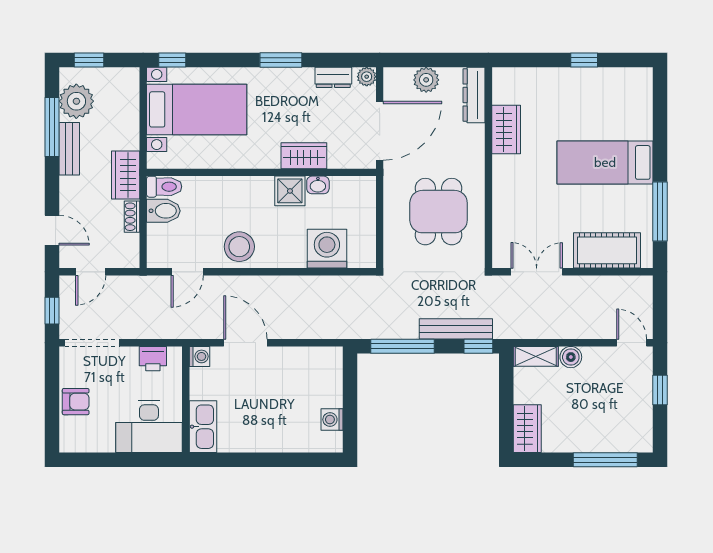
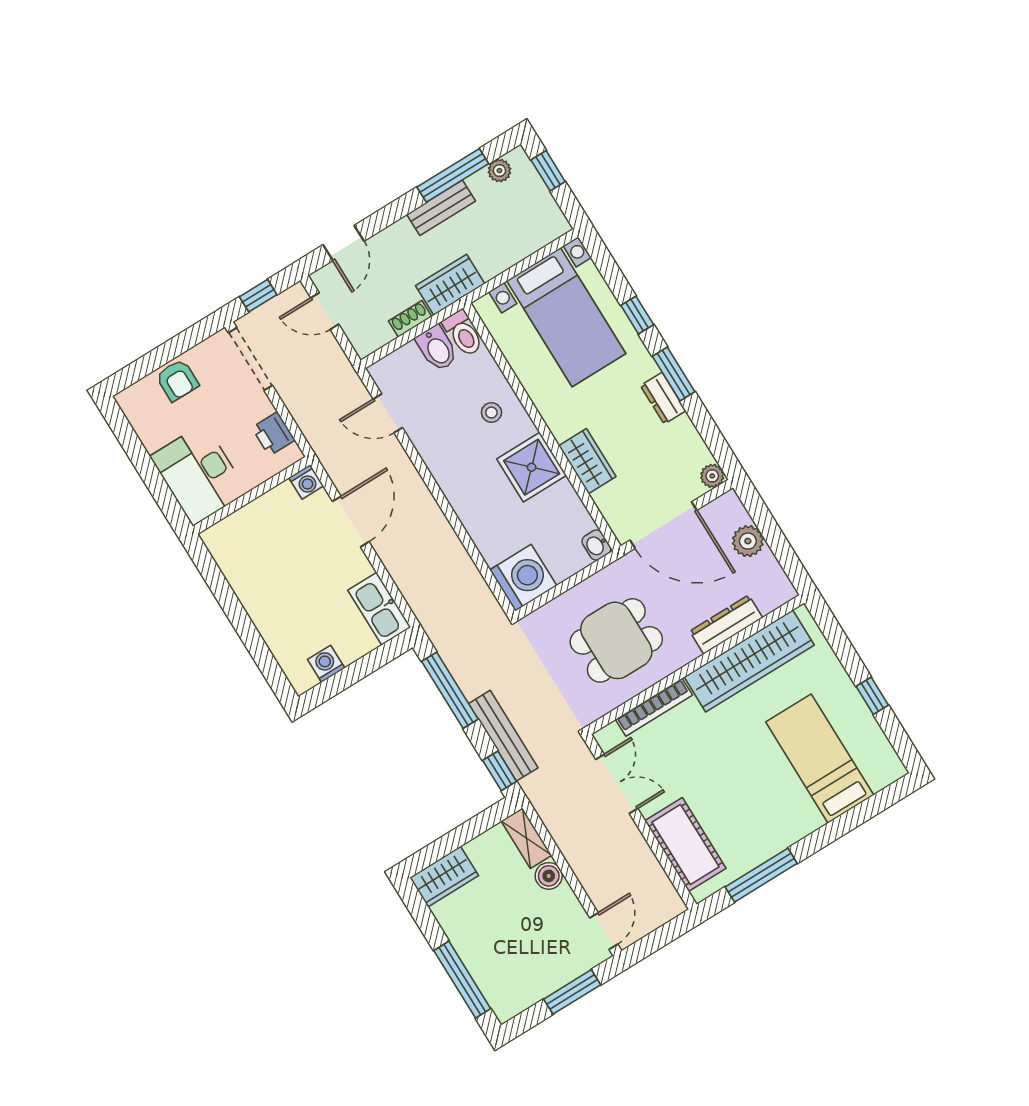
window: (172, 60) -> (637, 315), moved
dresser: (333, 77) -> (663, 398), moved
dresser: (474, 95) -> (726, 625), moved
plant: (76, 101) -> (499, 171), width x0.53, depth x0.53
wardrobe: (506, 130) -> (749, 661), width x2.10, depth x1.17
bed: (605, 162) -> (820, 759), moved
washbasin: (318, 185) -> (596, 545), moved
shower: (290, 191) -> (532, 467), width x1.36, depth x1.36
bookcase: (500, 214) -> (654, 707), added
stool: (239, 247) -> (491, 412), moved, width x0.53, depth x0.53
washing machine: (327, 249) -> (523, 578), moved
window: (660, 390) -> (572, 992), width x1.50
kitchen sink: (203, 427) -> (379, 609), moved, turned 90

